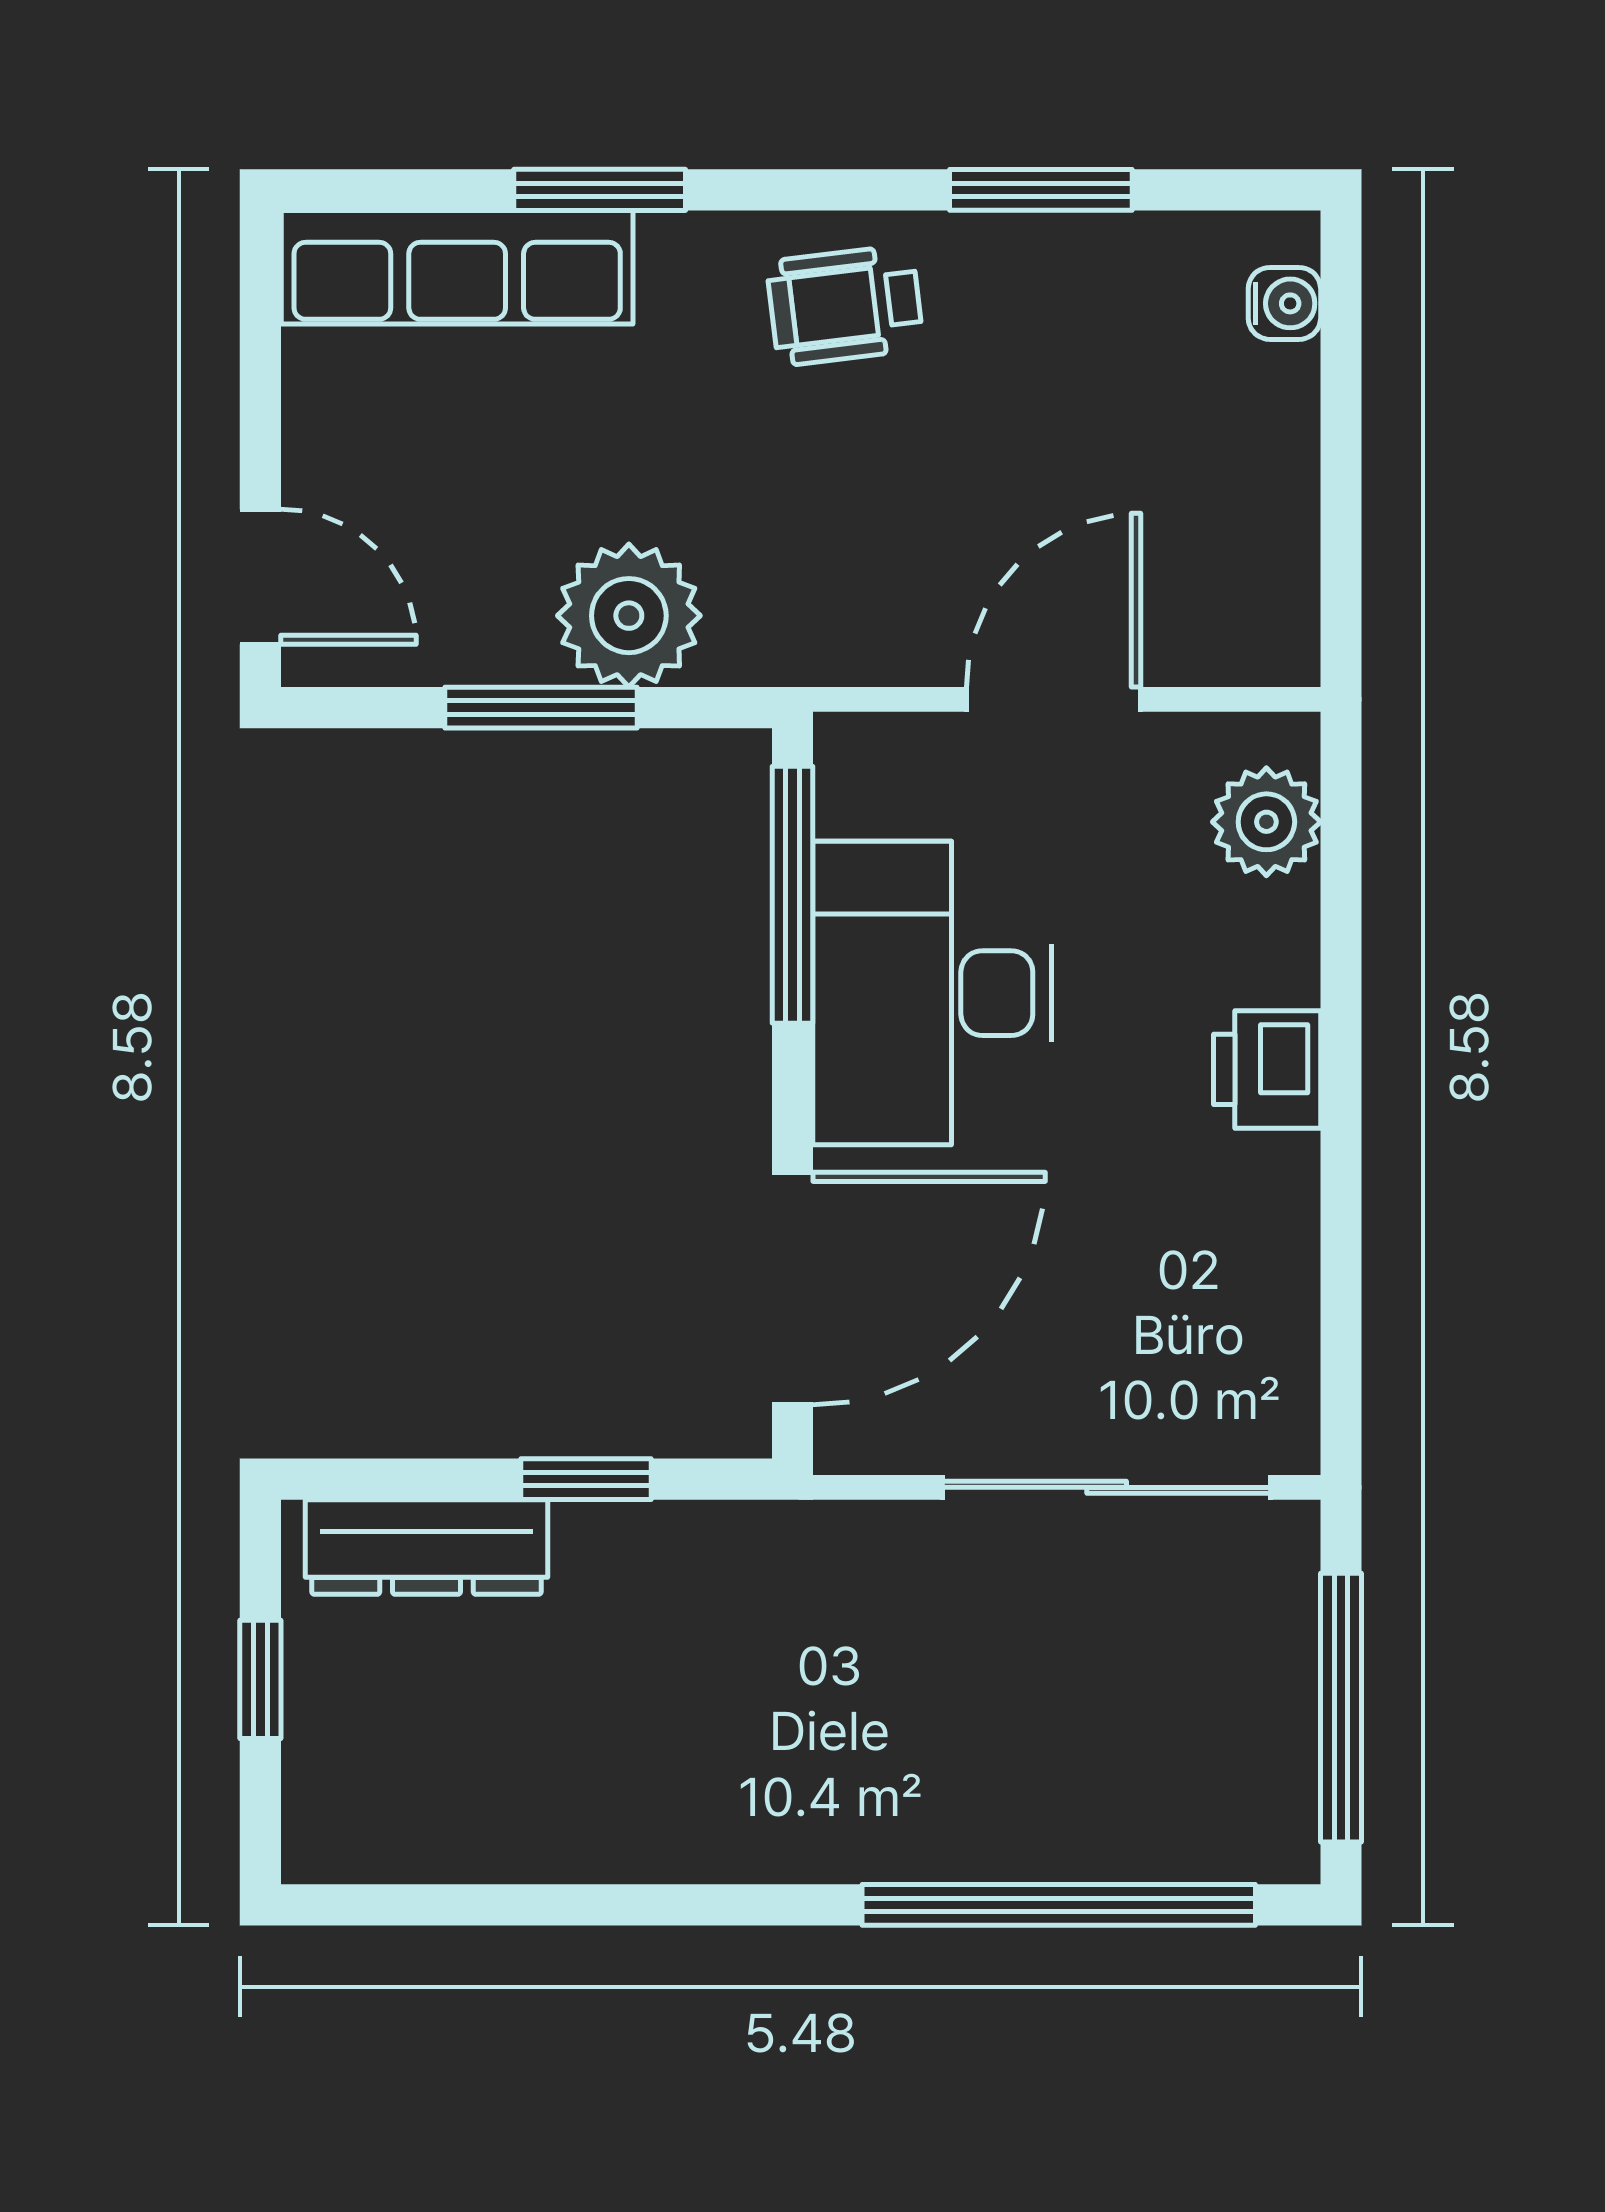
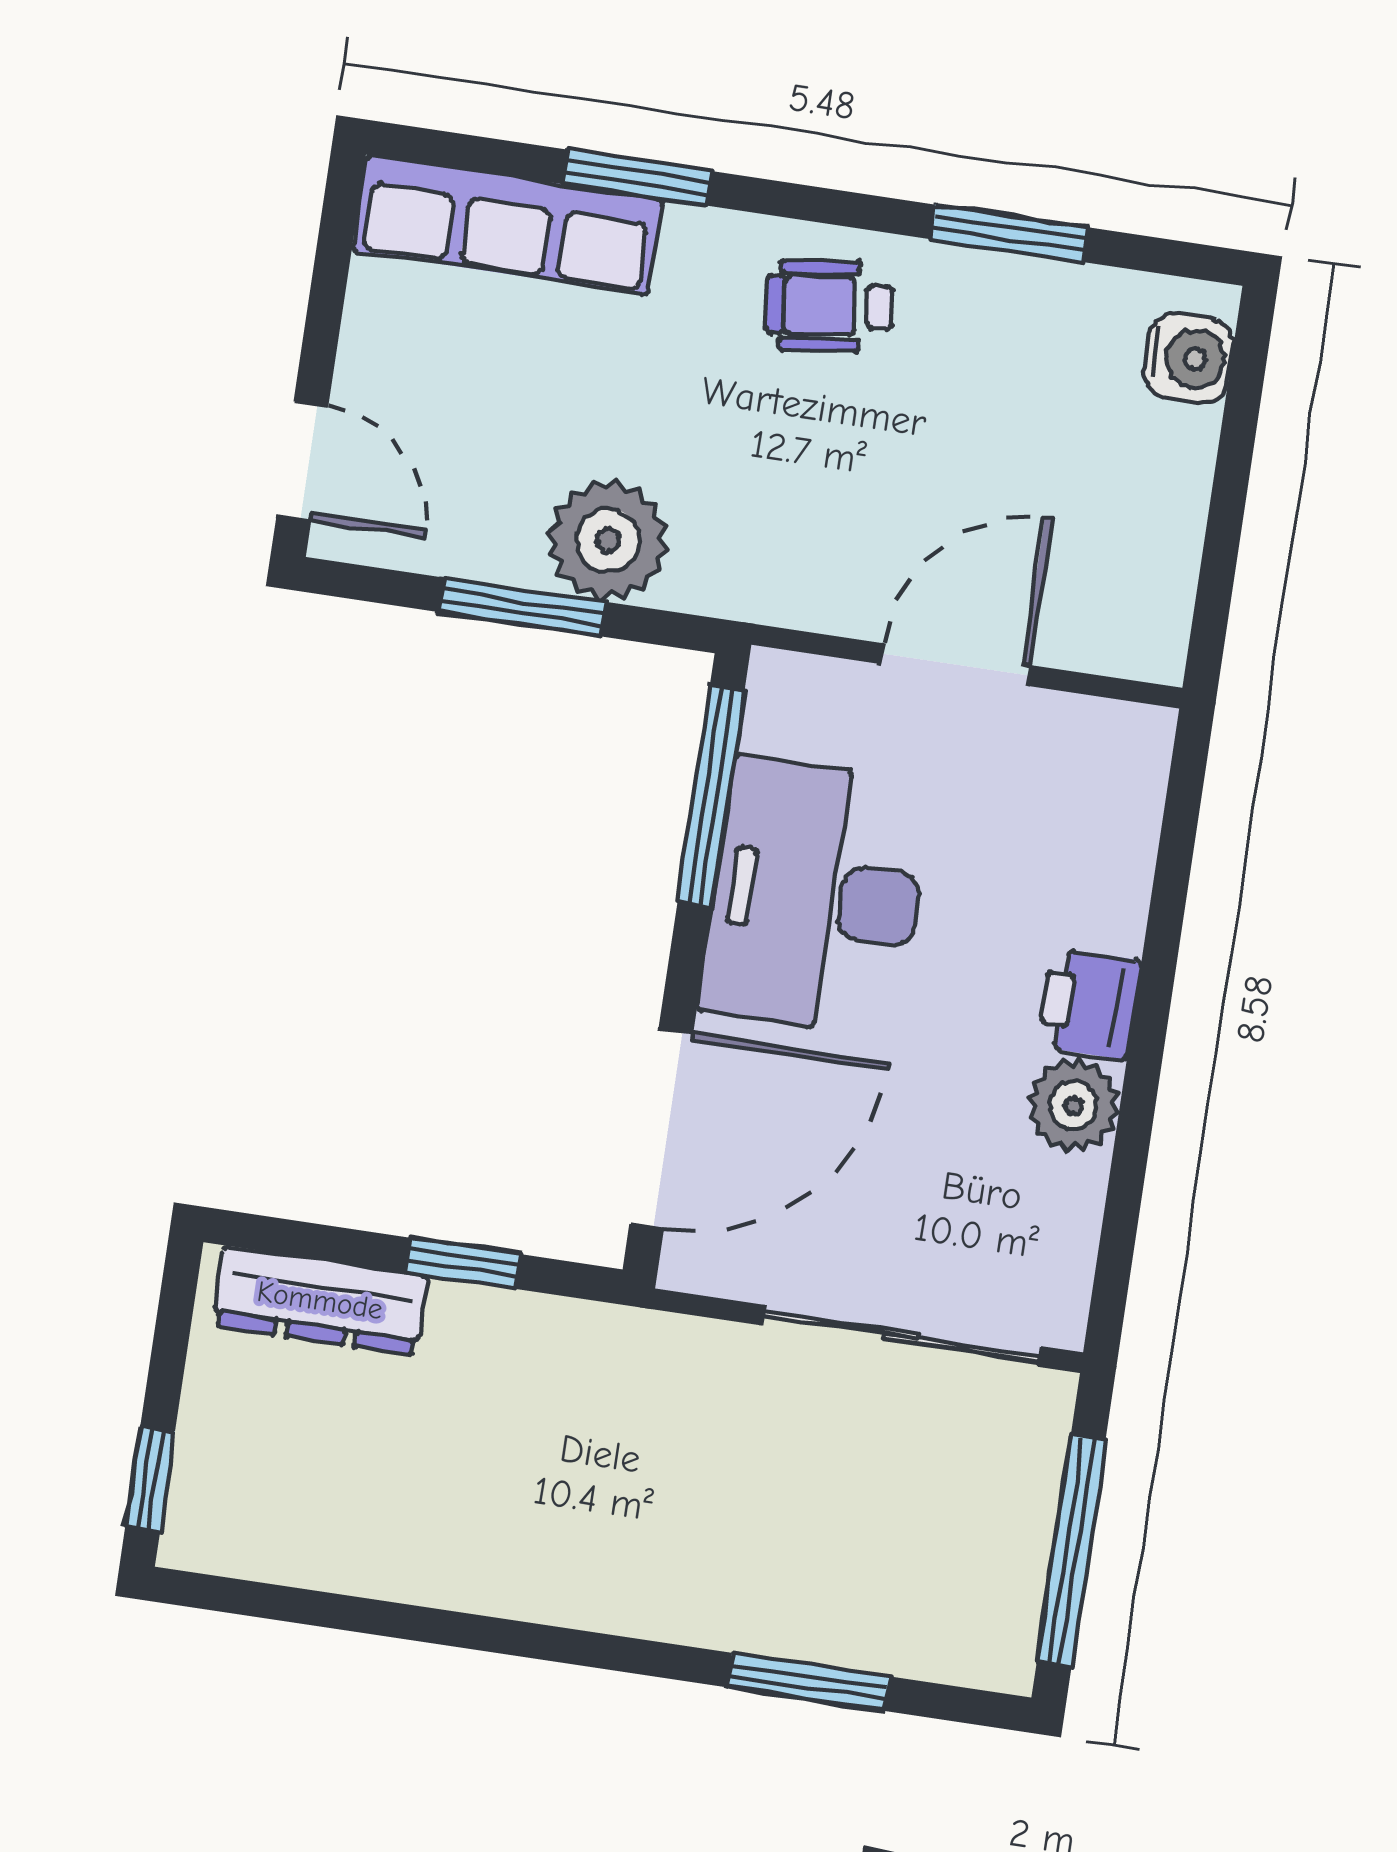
water cooler: (1284, 303) -> (1189, 358), width x1.38, depth x1.38
plant: (1266, 822) -> (1073, 1106), moved
window: (260, 1679) -> (150, 1479), moved
window: (1059, 1905) -> (808, 1682), width x0.47

